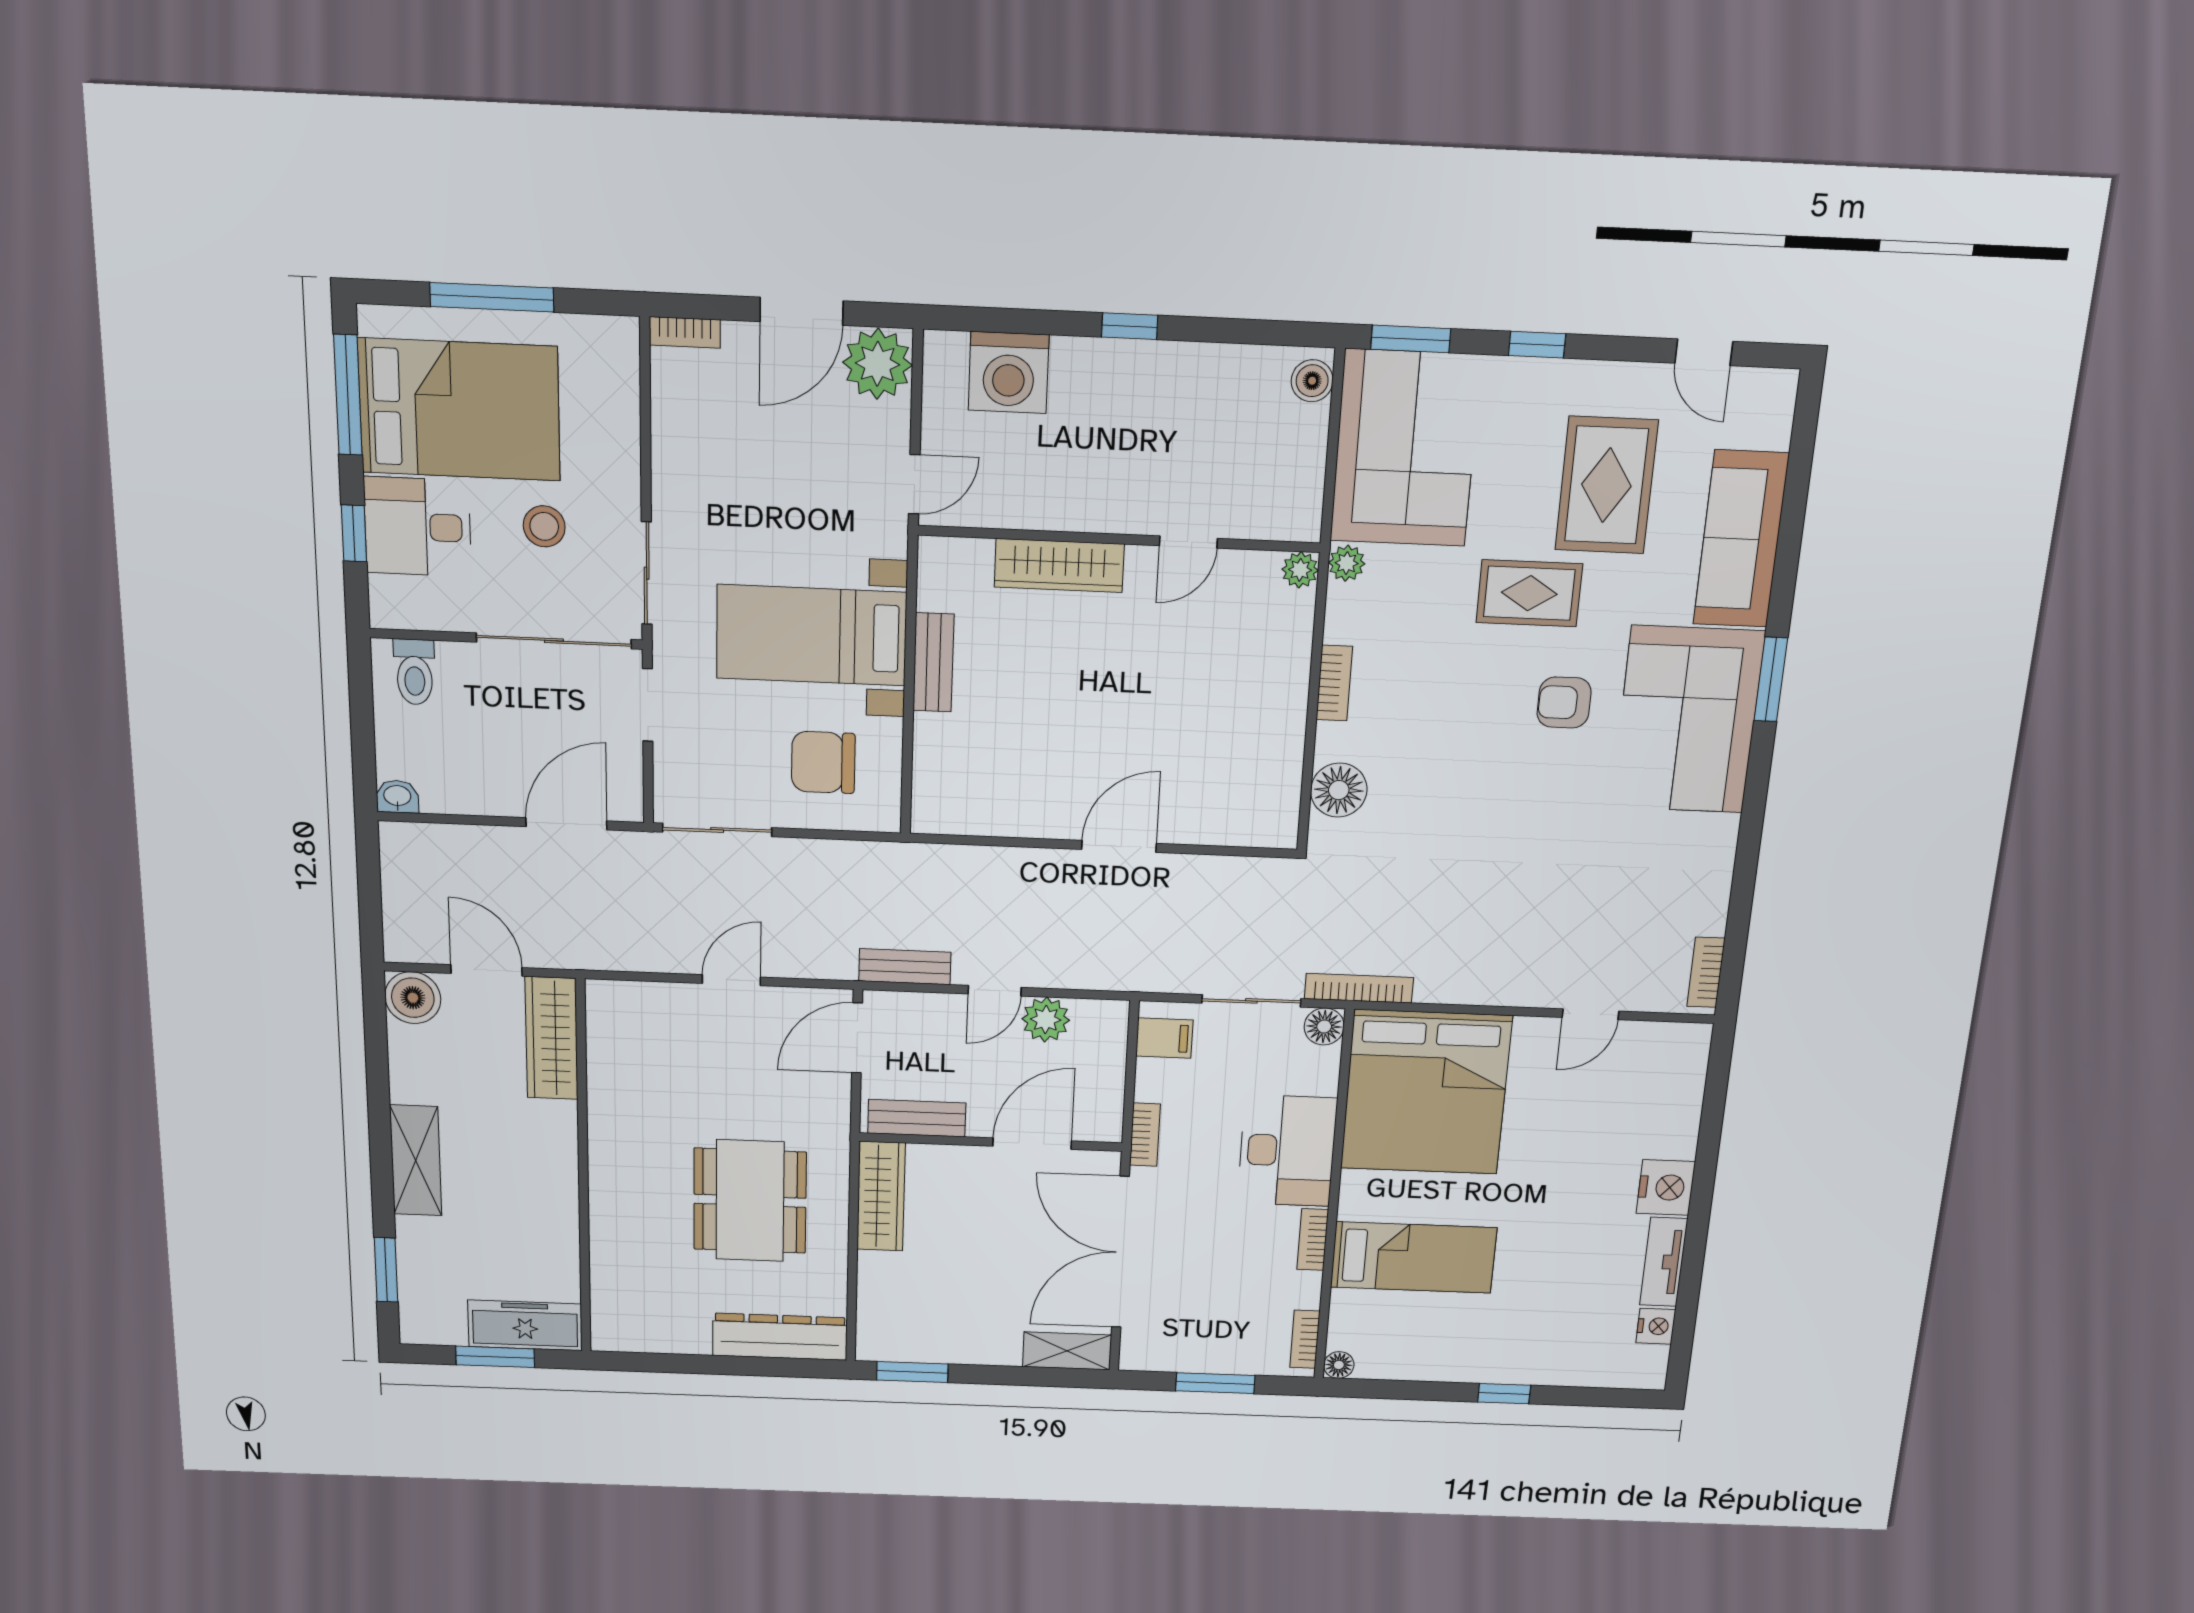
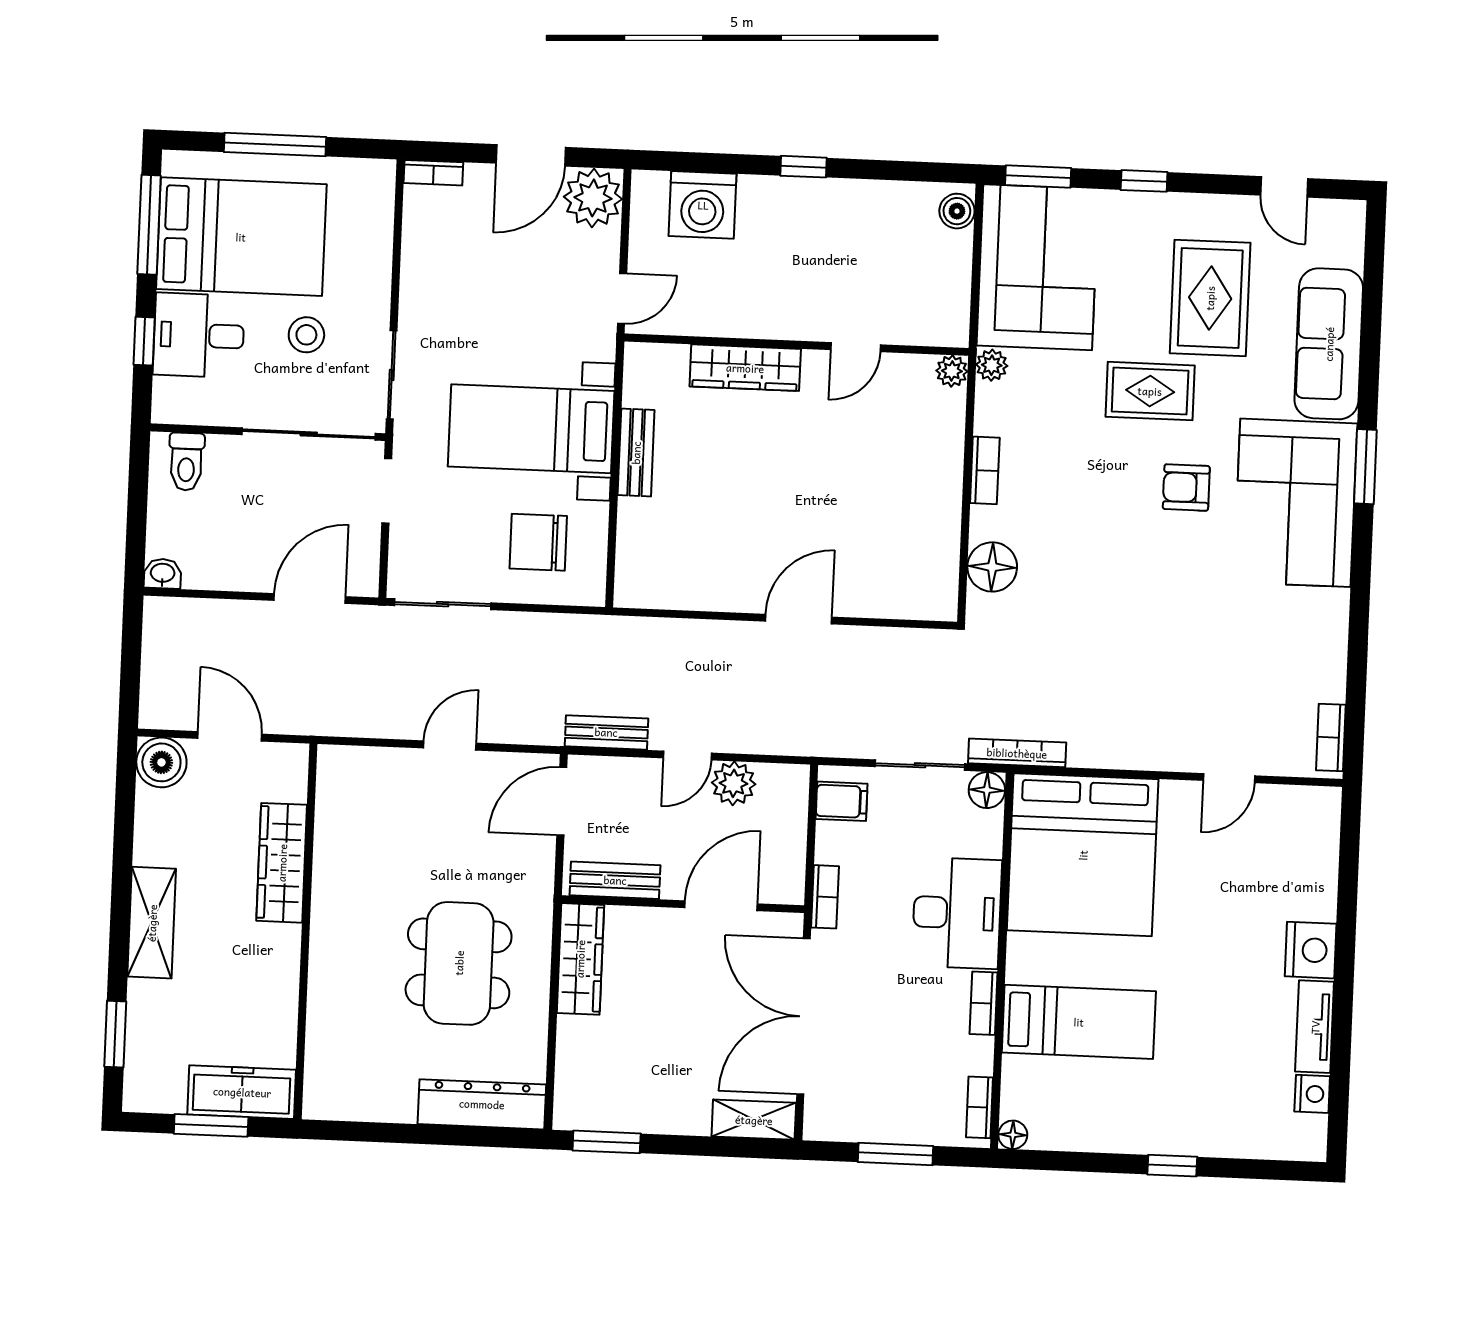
wardrobe: (552, 1038) -> (282, 863), moved

